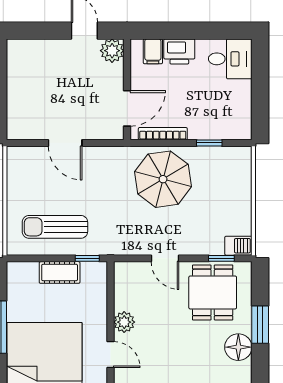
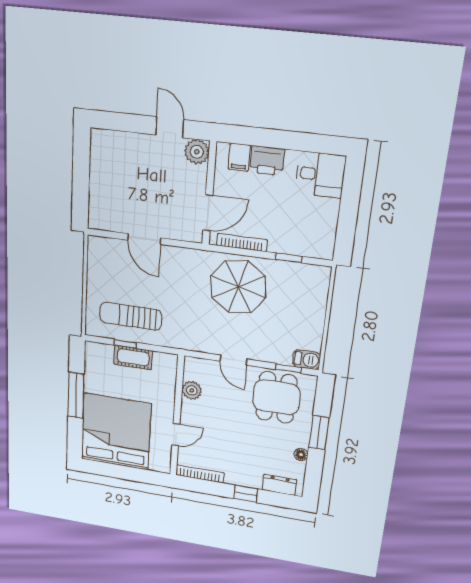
window: (87, 258) -> (125, 344), moved
plant: (124, 322) -> (192, 390), moved
floor lamp: (238, 347) -> (301, 455), width x0.53, depth x0.53
door: (111, 355) -> (176, 435), hinge flipped

